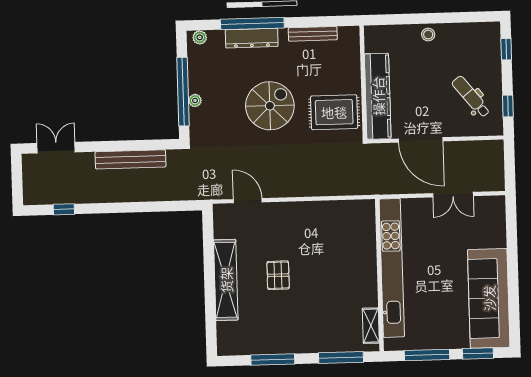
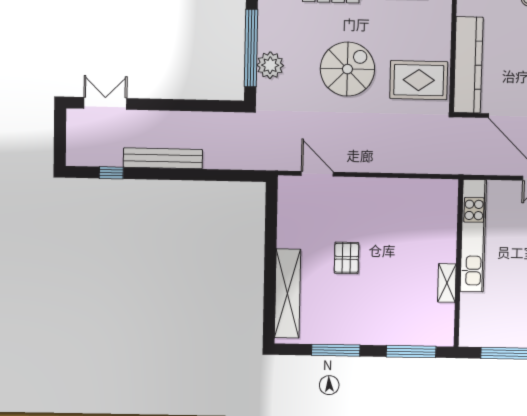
plant: (195, 100) -> (270, 65), width x1.87, depth x1.87
bench: (130, 159) -> (163, 158), moved
kitchen unit: (392, 268) -> (473, 236), width x0.73
shelving: (226, 280) -> (288, 293), moved
shelving: (371, 326) -> (447, 283), moved

